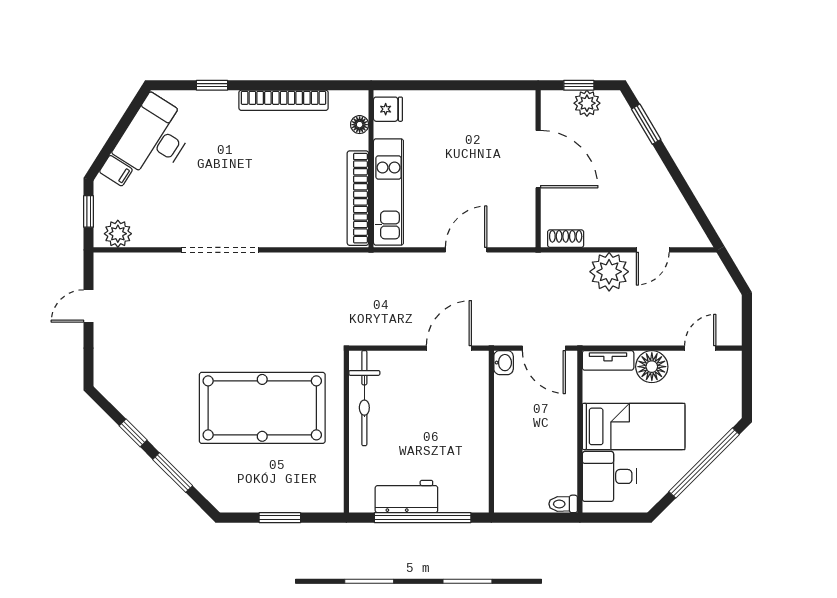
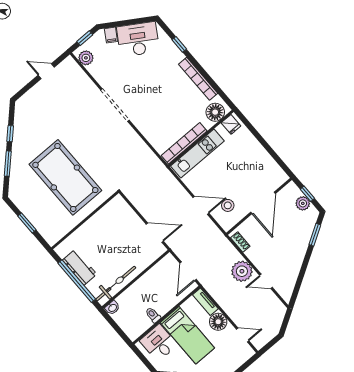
floor lamp: (360, 125) -> (215, 112), width x1.89, depth x1.89
stool: (499, 212) -> (228, 205), added
washbasin: (504, 363) -> (112, 308), moved
bicycle: (364, 398) -> (116, 284), moved, turned 180
toilet: (563, 504) -> (153, 315), moved

